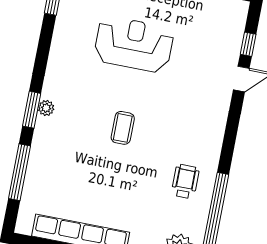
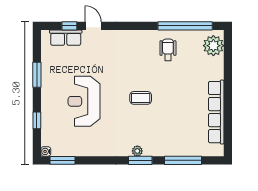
row of seats: (232, 36) -> (66, 38), added
wheelchair: (185, 181) -> (168, 50), turned 90

